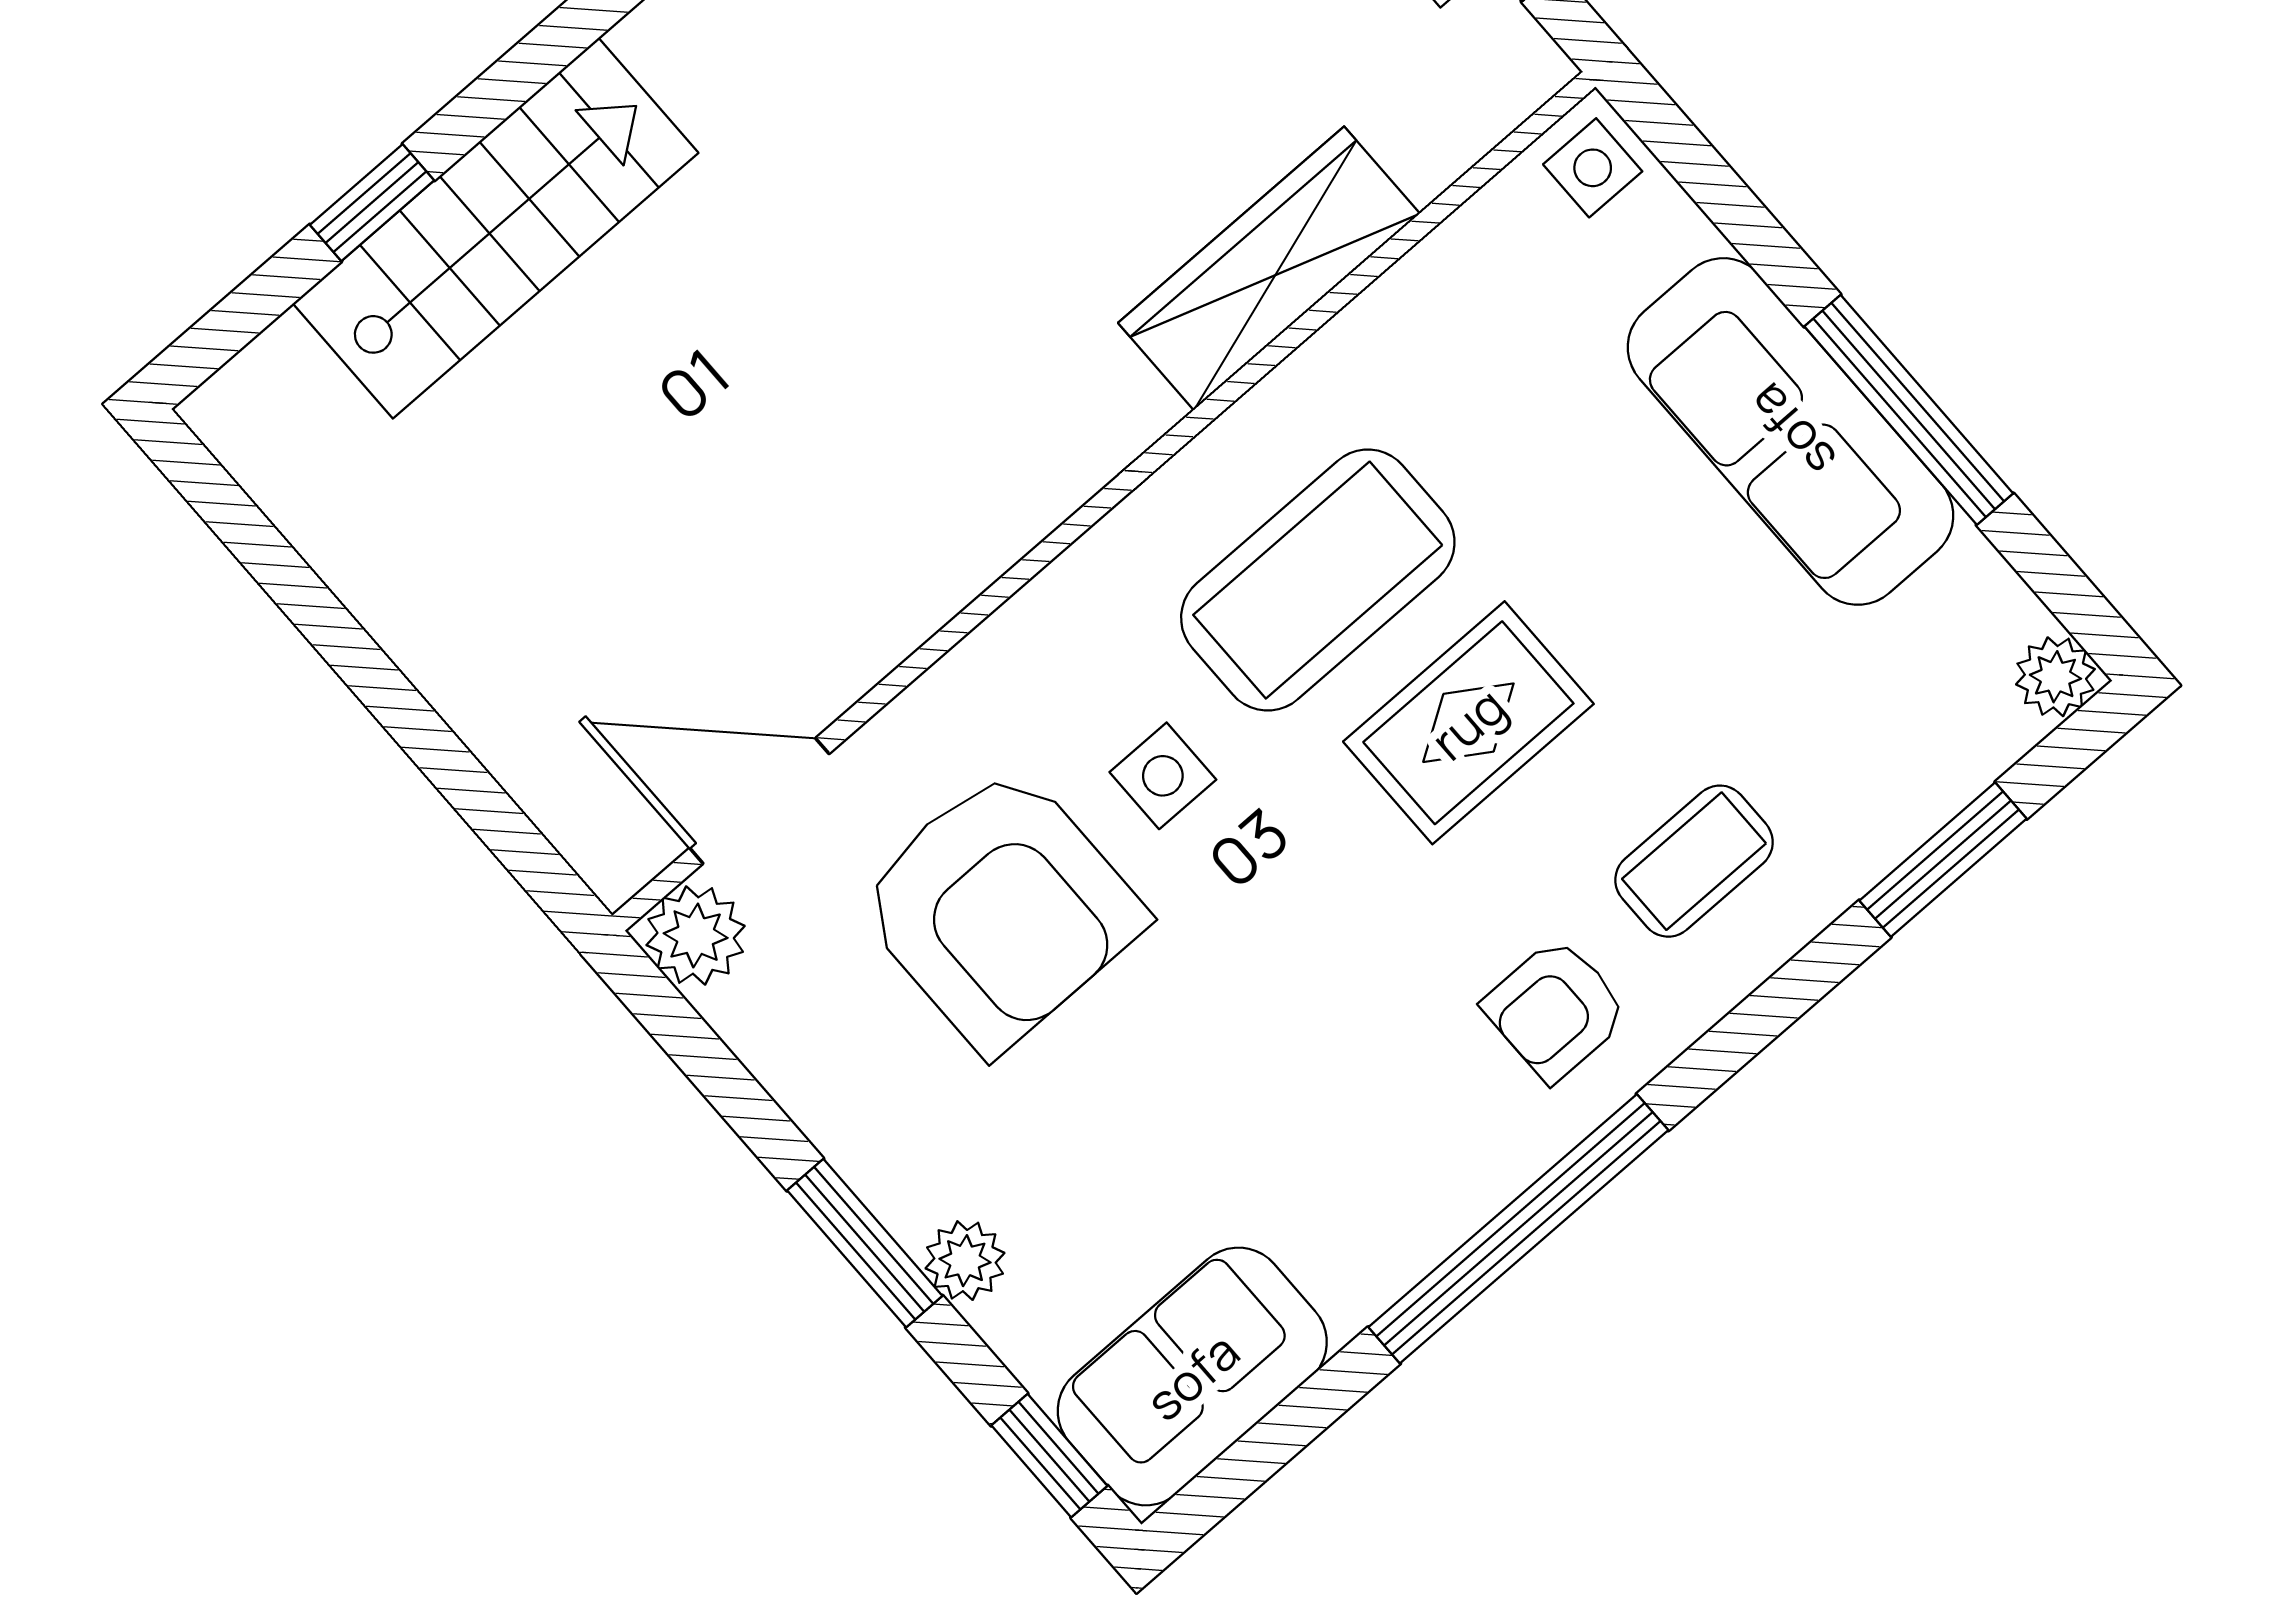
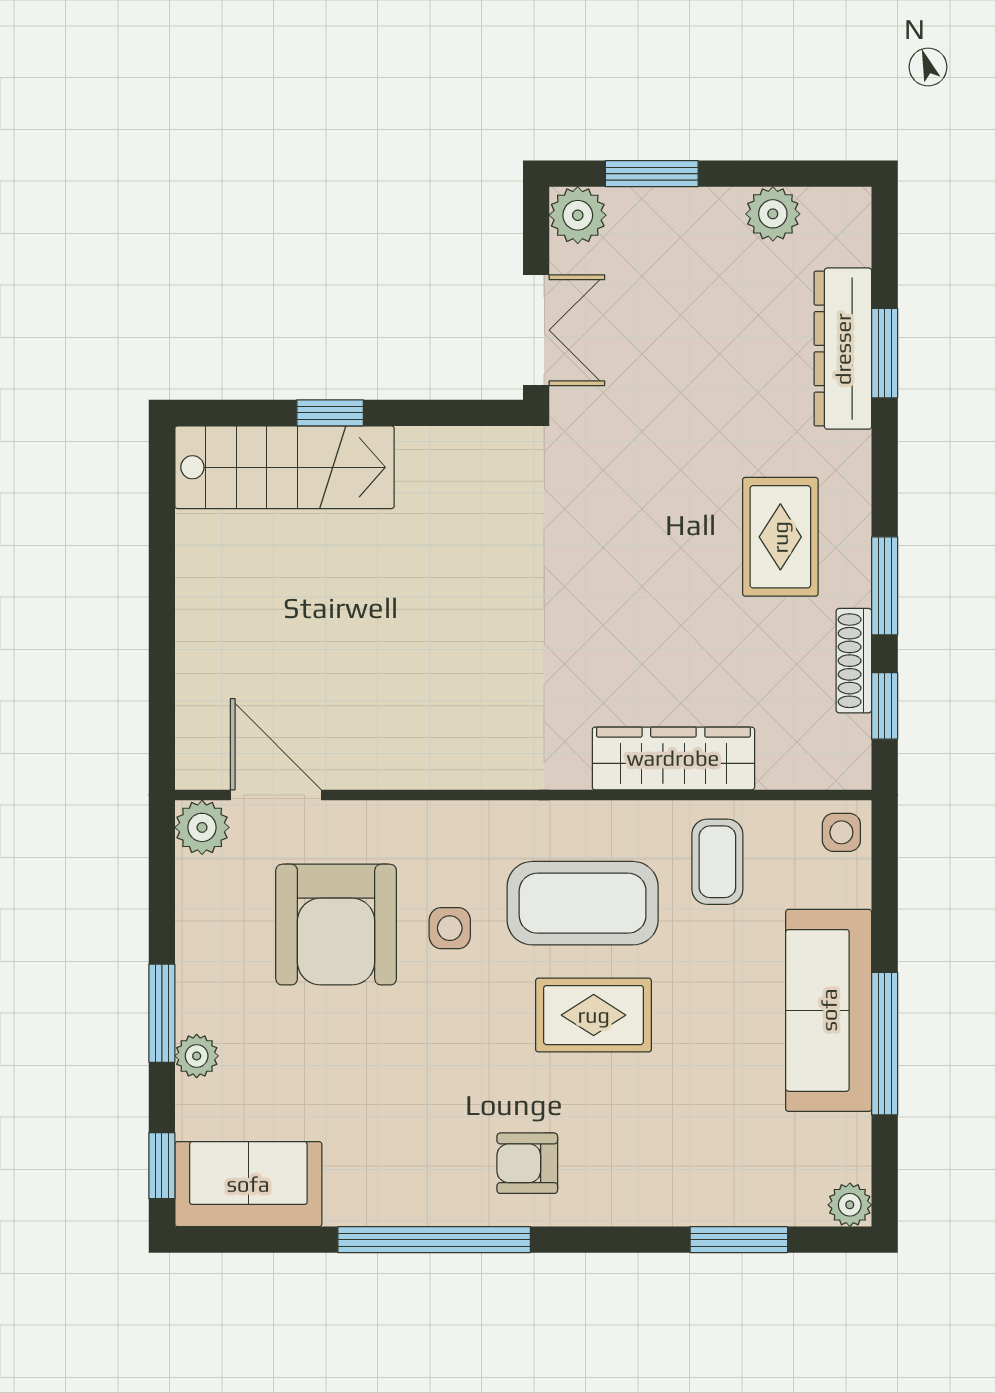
stairs: (496, 228) -> (285, 467), moved
coffee table: (1694, 861) -> (717, 862), moved, turned 90

